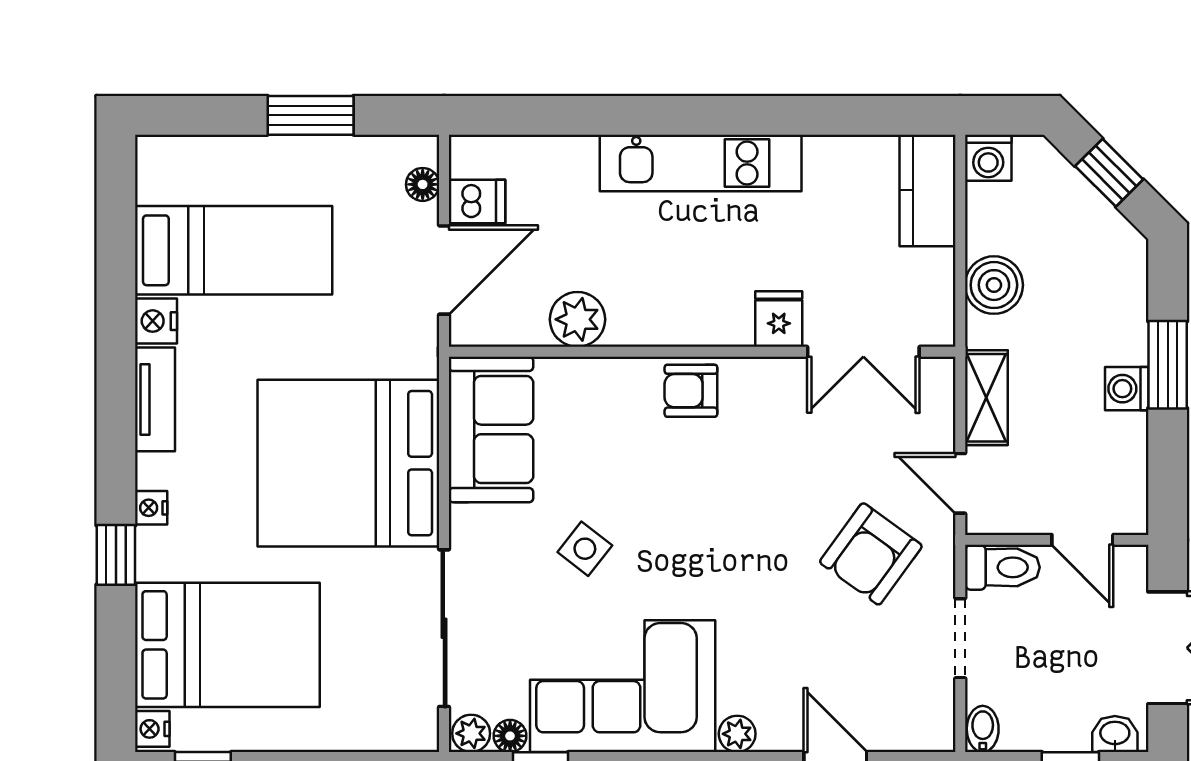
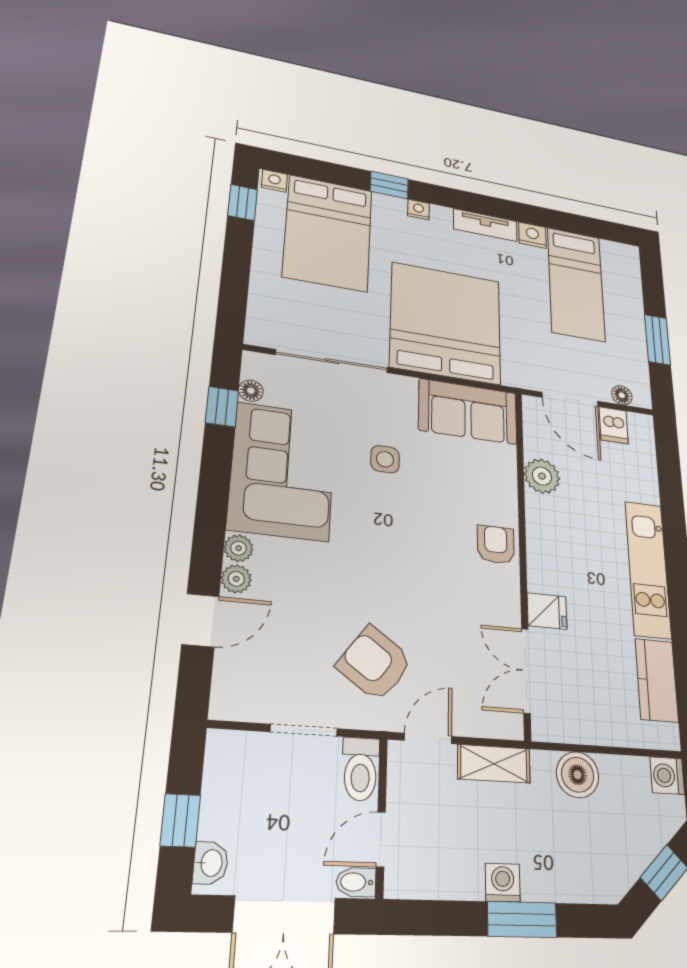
kitchen counter: (927, 190) -> (657, 680), moved, turned -90
side table: (585, 549) -> (385, 459), turned -38
bidet: (983, 729) -> (356, 882), moved, turned 180
plant: (471, 733) -> (236, 579), moved

